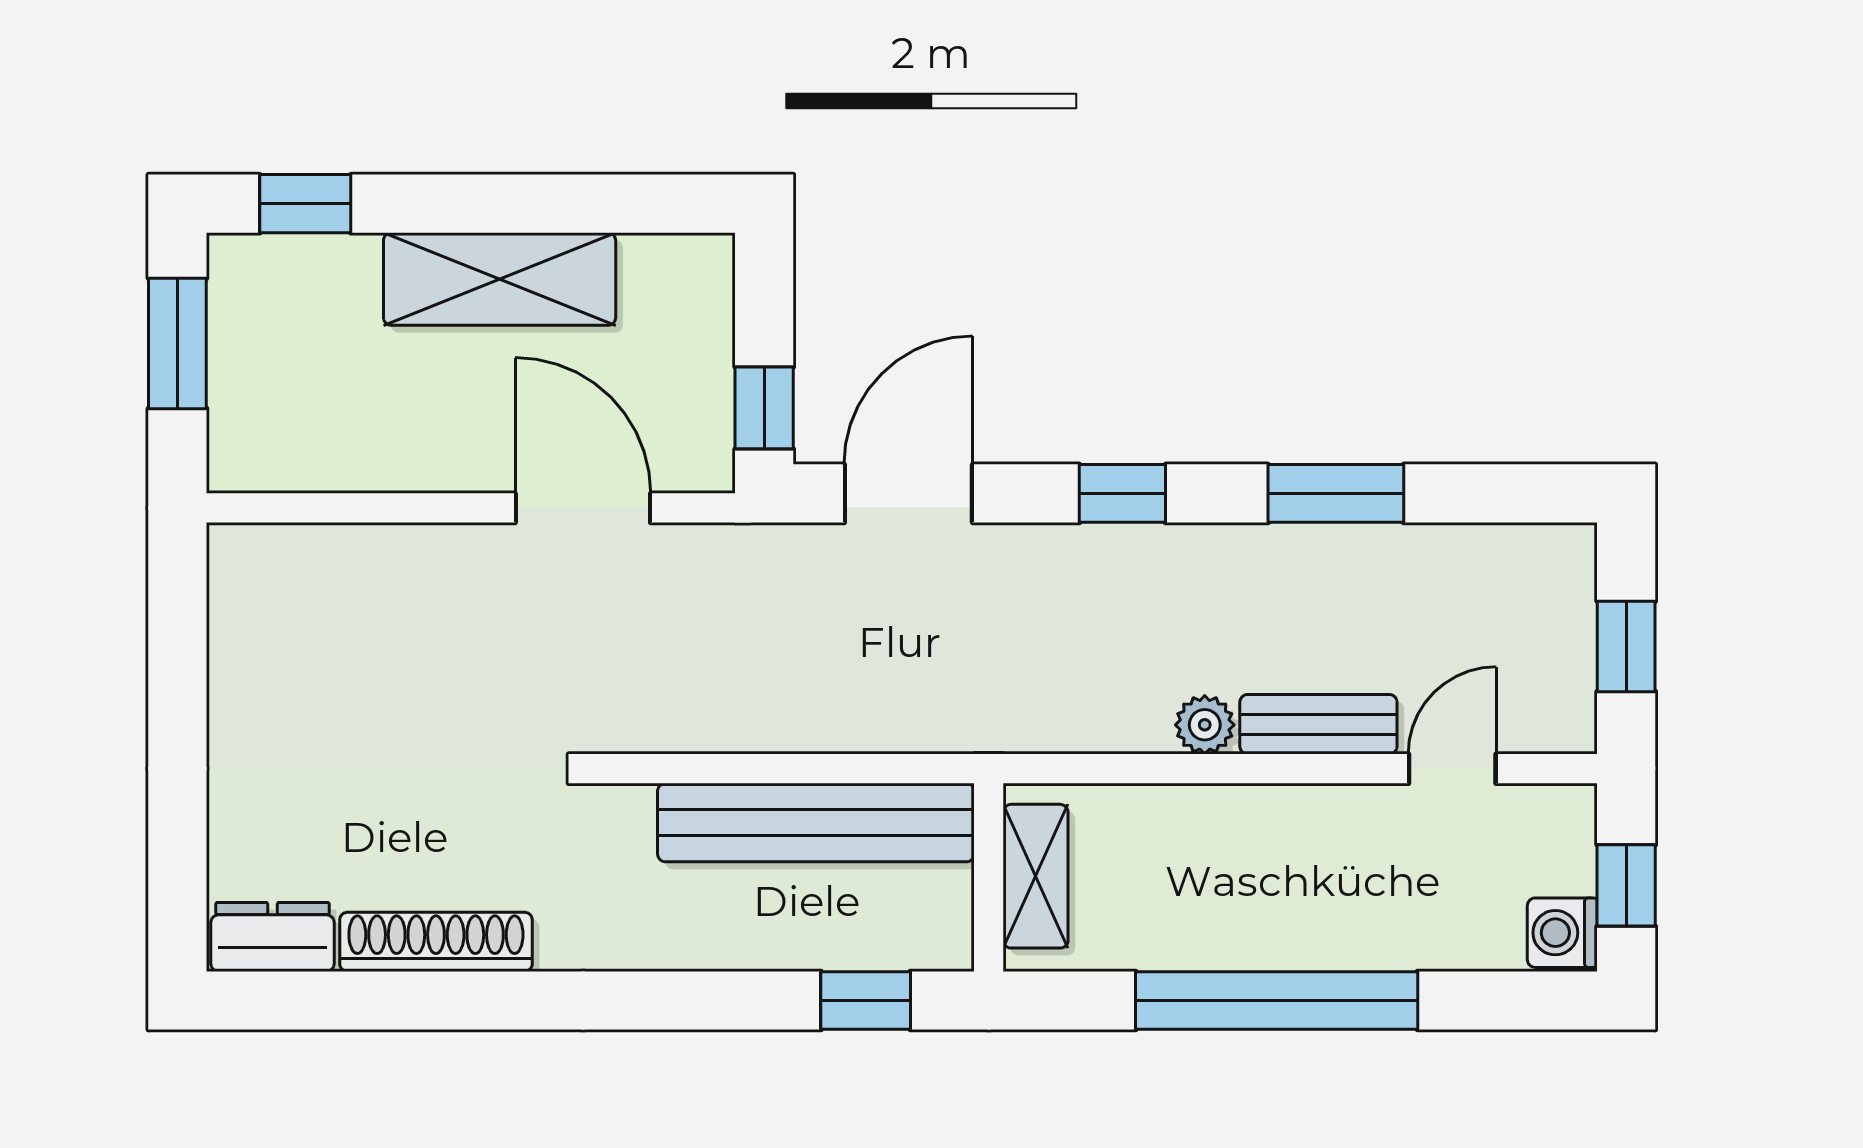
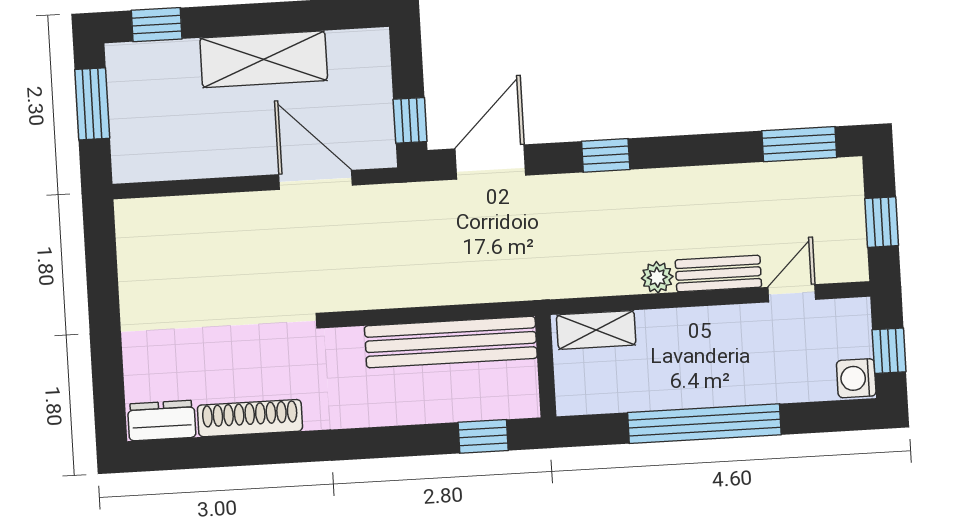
window: (1336, 493) -> (799, 144), moved
shelving: (1036, 876) -> (596, 330), moved, turned 90

